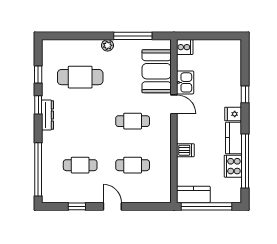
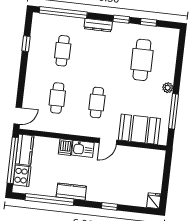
cooker: (185, 47) -> (158, 157), removed
kitchen sink: (185, 82) -> (83, 149), moved
fridge: (233, 114) -> (154, 201), moved
dresser: (48, 115) -> (98, 25), moved
cooker: (233, 166) -> (22, 176), moved, turned 90
door: (112, 206) -> (18, 116), moved

